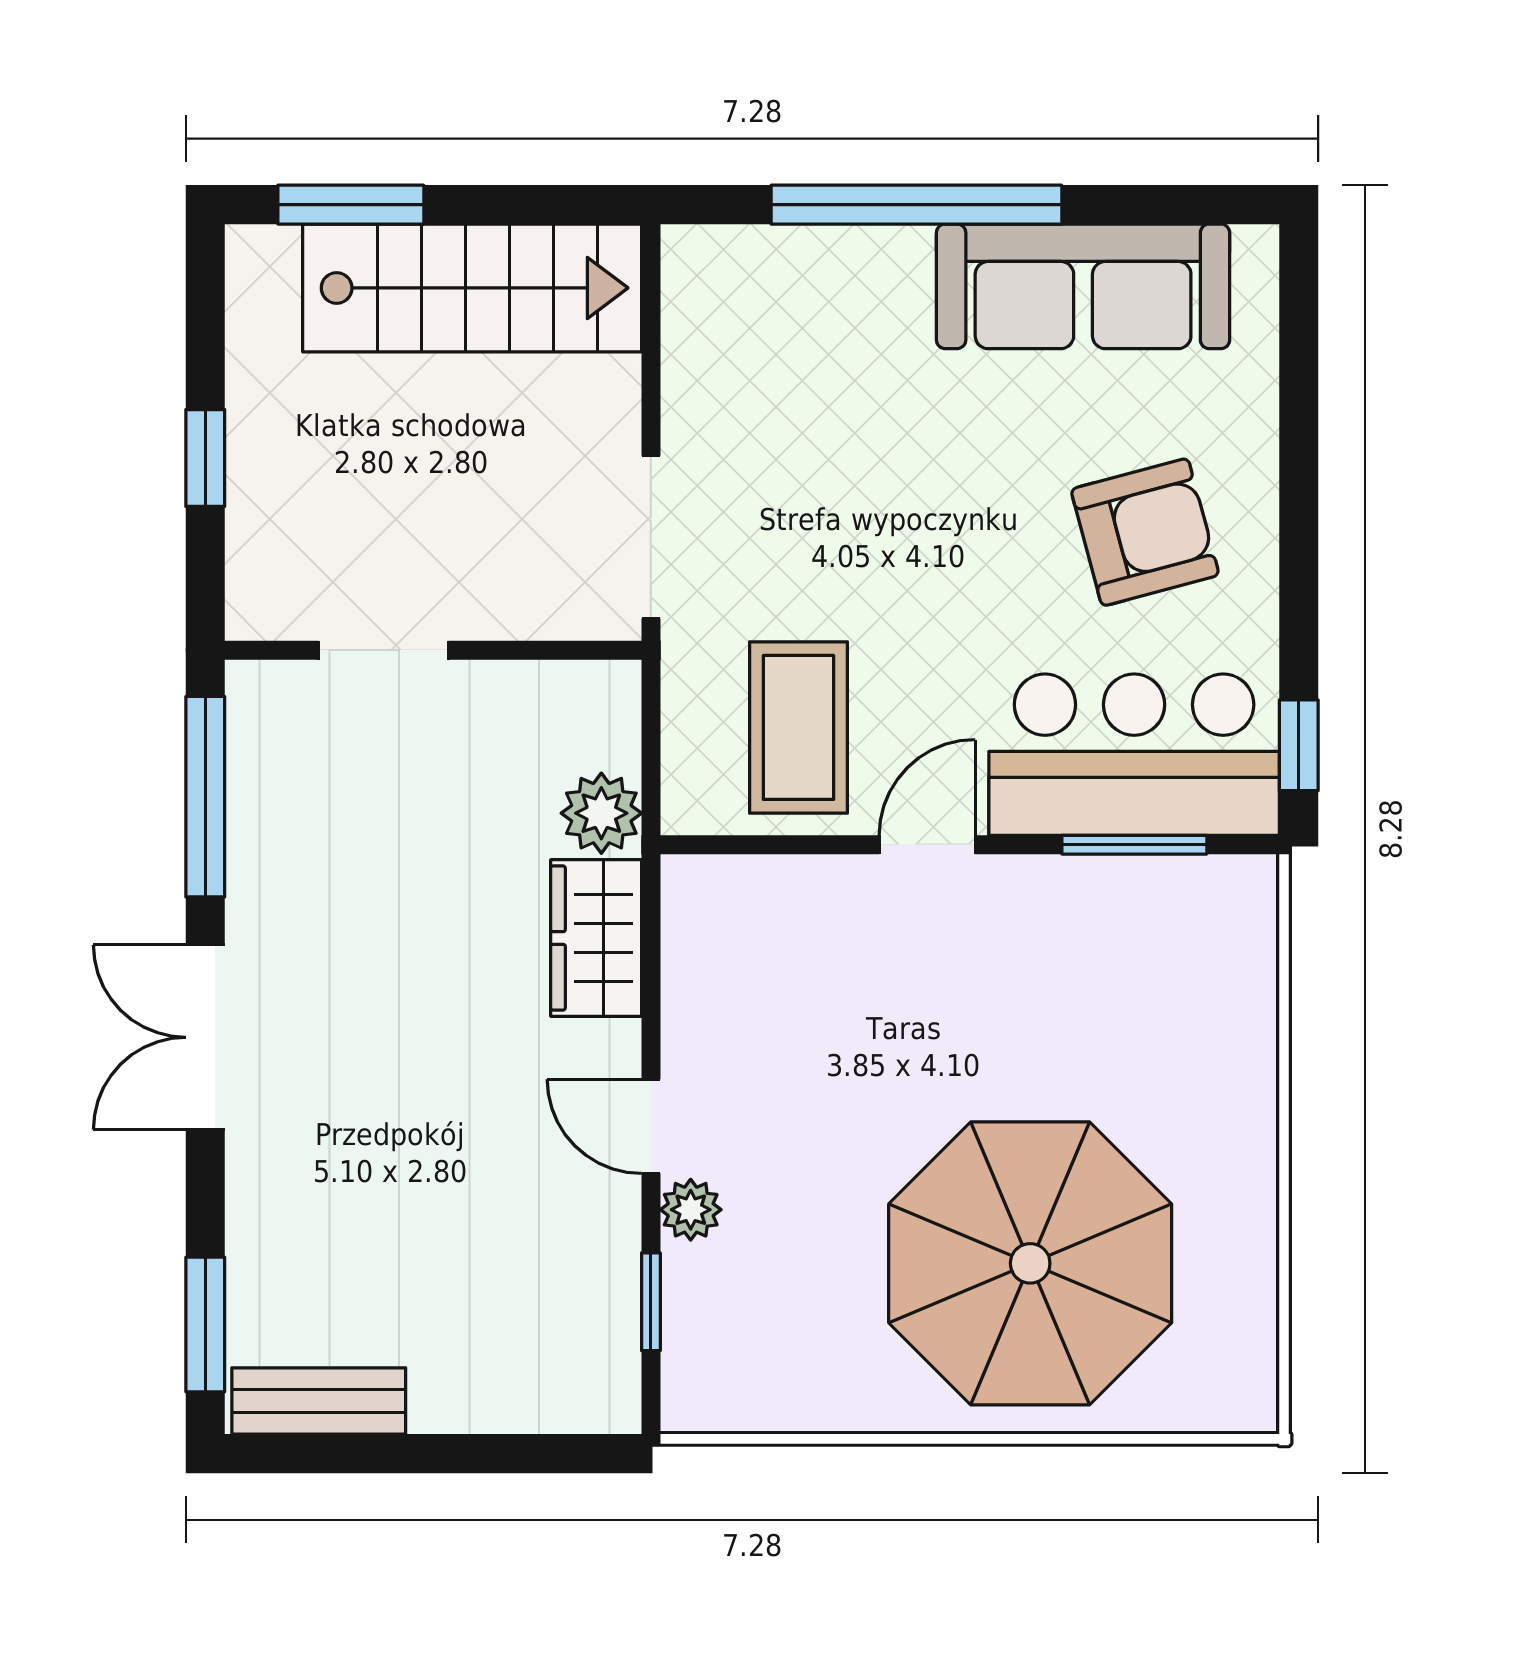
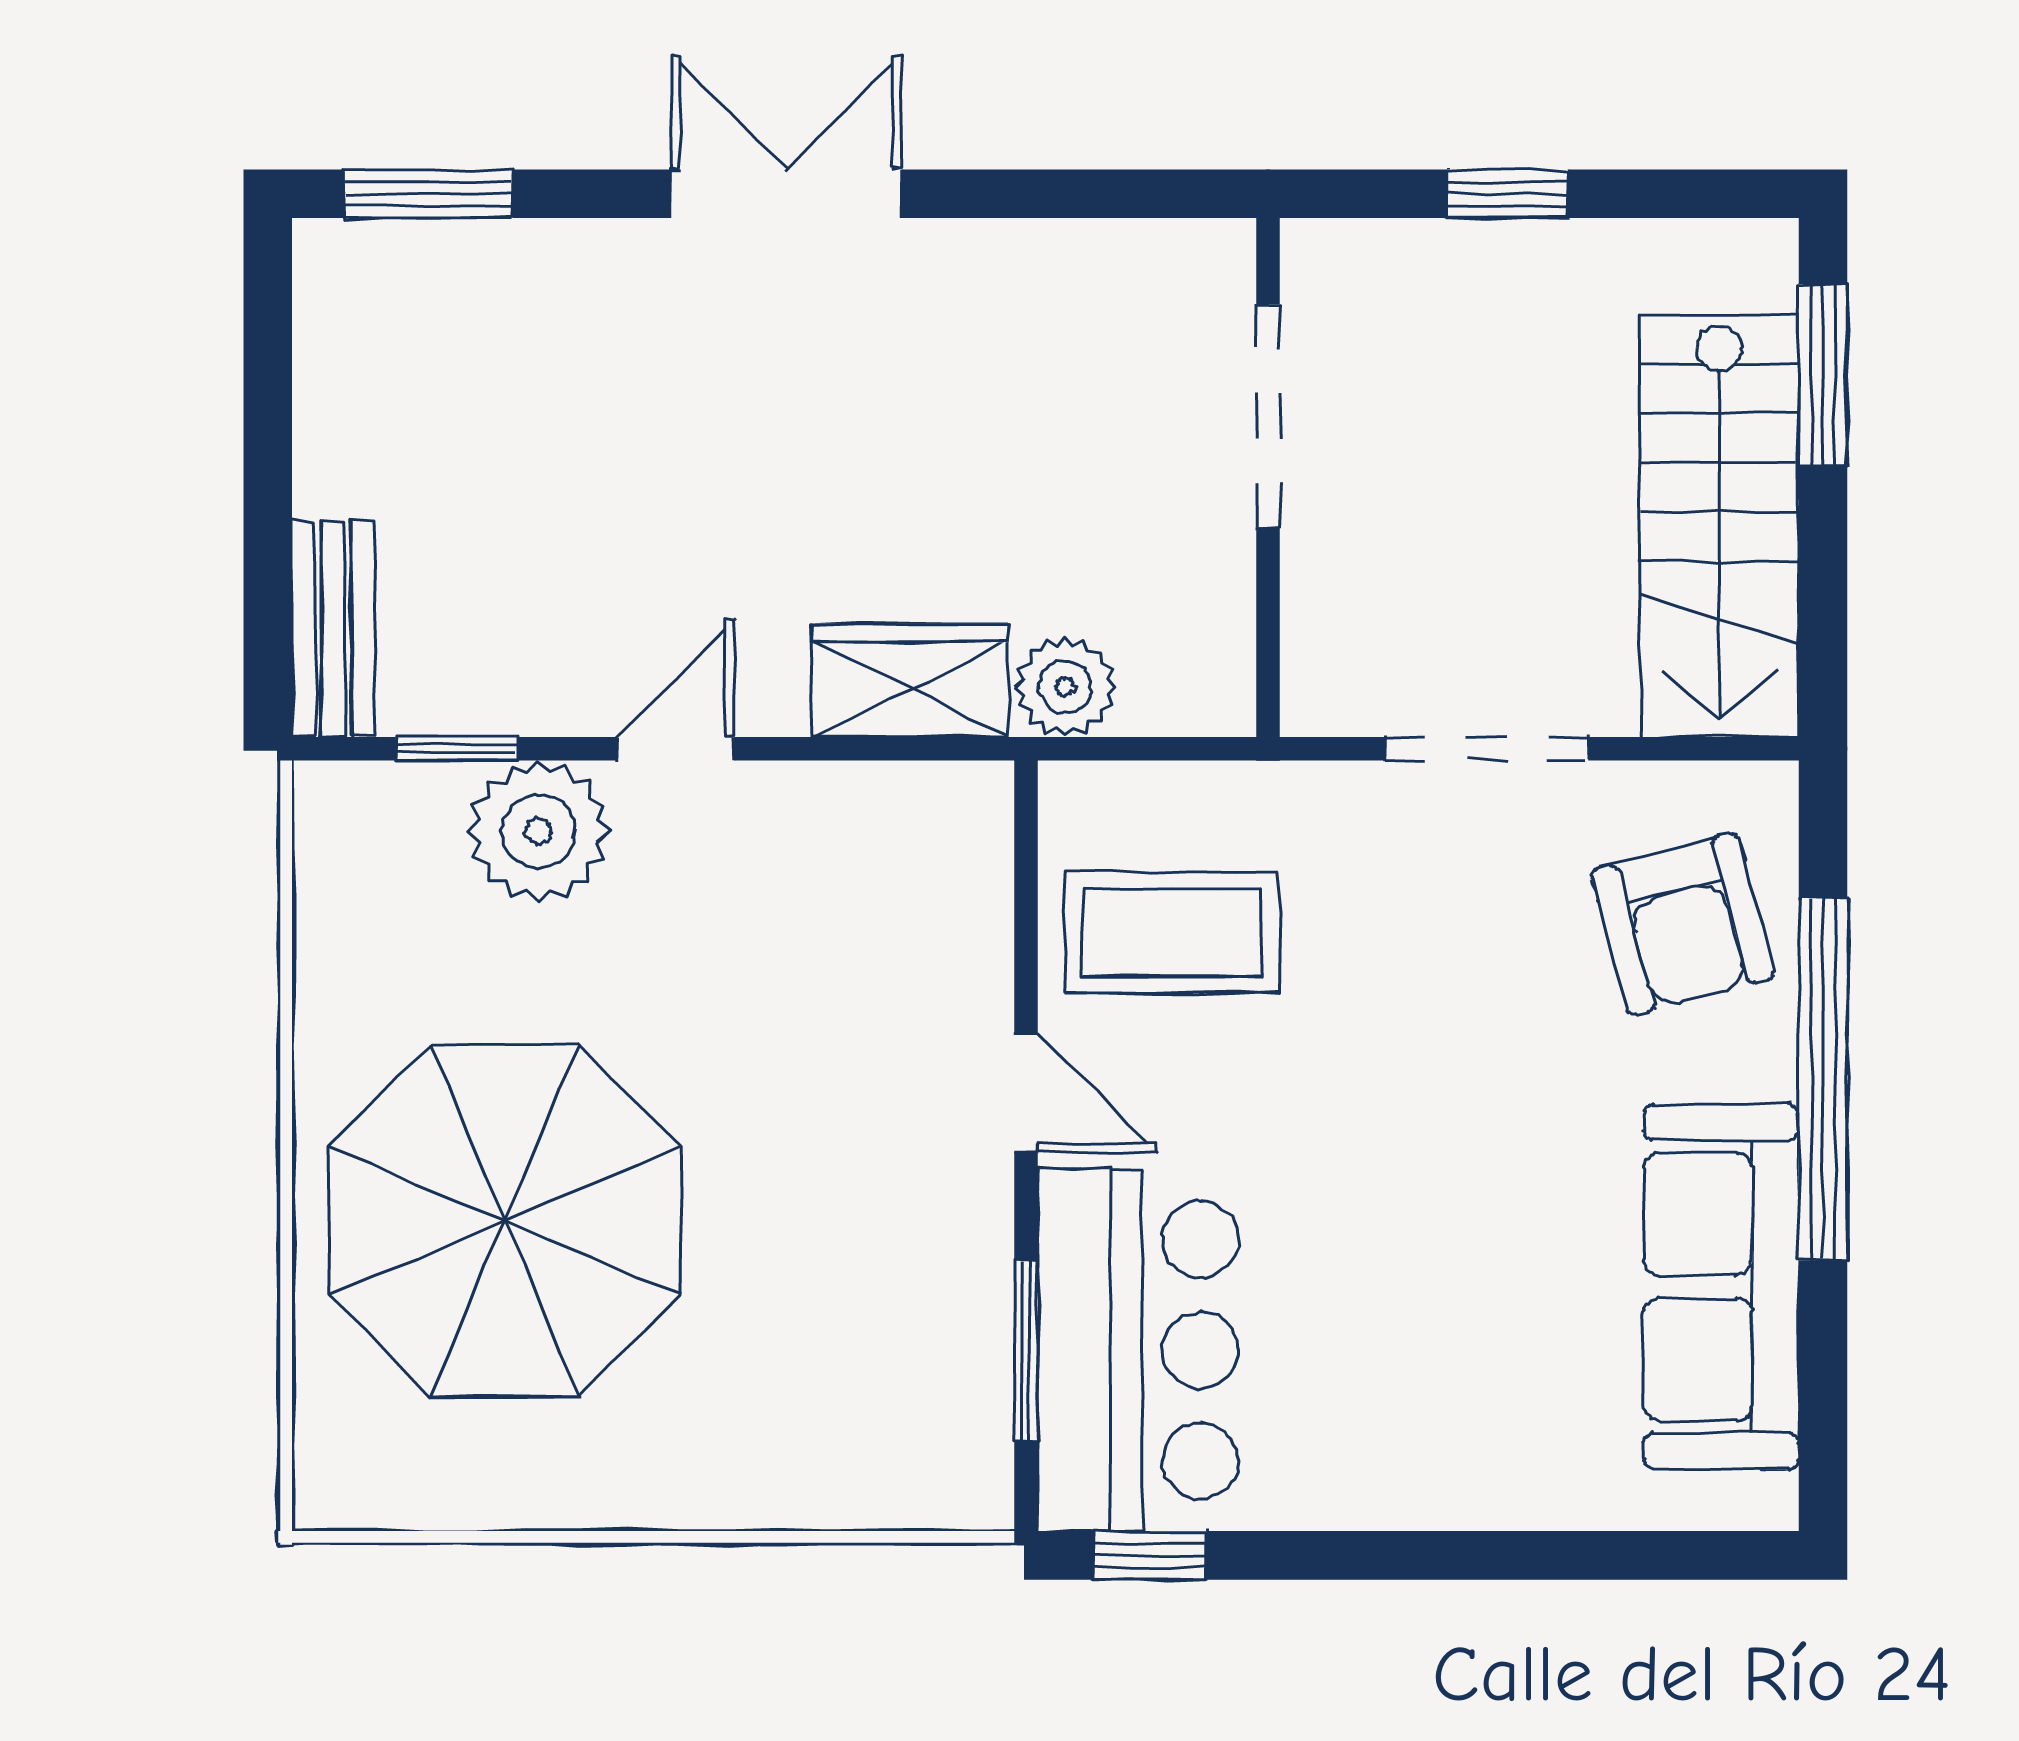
armchair: (1145, 532) -> (1683, 924), moved
doorway: (651, 537) -> (1487, 749), moved
doorway: (383, 650) -> (1268, 416), width x1.38
window: (205, 797) -> (1086, 194), removed
plant: (691, 1210) -> (538, 831), width x1.88, depth x1.88
bench: (319, 1401) -> (333, 629), moved

